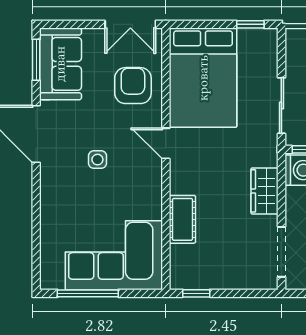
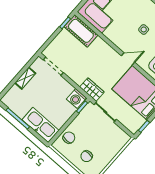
wardrobe: (265, 191) -> (92, 90), moved
cot: (182, 219) -> (81, 31), moved, width x1.37, depth x1.34

